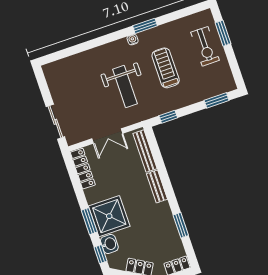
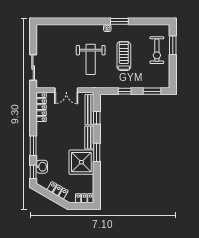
window: (168, 117) -> (125, 91), moved
window: (158, 158) -> (97, 118), added
shower: (109, 216) -> (81, 162), moved
window: (181, 225) -> (97, 152), moved

